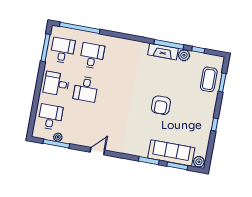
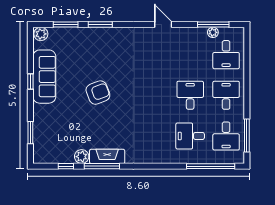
desk: (92, 56) -> (190, 136), turned 90
coffee table: (209, 79) -> (47, 133), removed
desk: (56, 84) -> (226, 95), turned -90
armchair: (161, 105) -> (98, 93), turned 69
door: (97, 151) -> (163, 24), swing flipped
sofa: (171, 153) -> (44, 77), moved, turned -90

